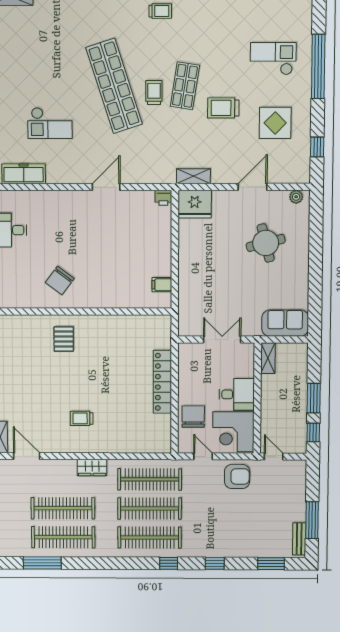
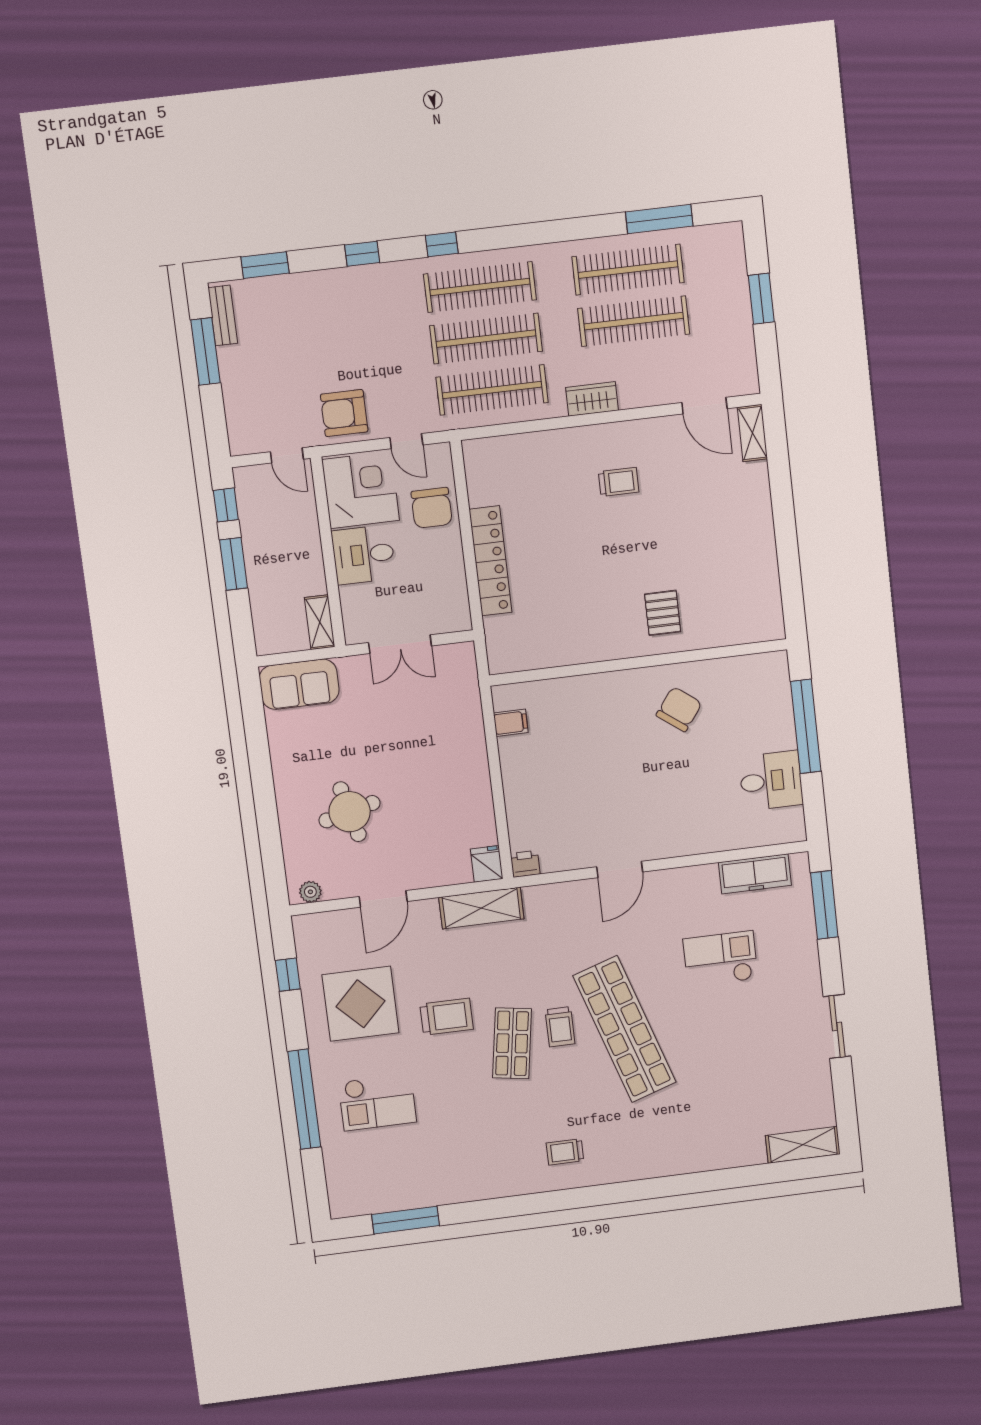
display table: (275, 123) -> (360, 1004), width x1.36, depth x1.36
shelving: (193, 176) -> (481, 908), width x1.50, depth x1.33
fridge: (195, 204) -> (487, 864), width x0.53, depth x0.75

